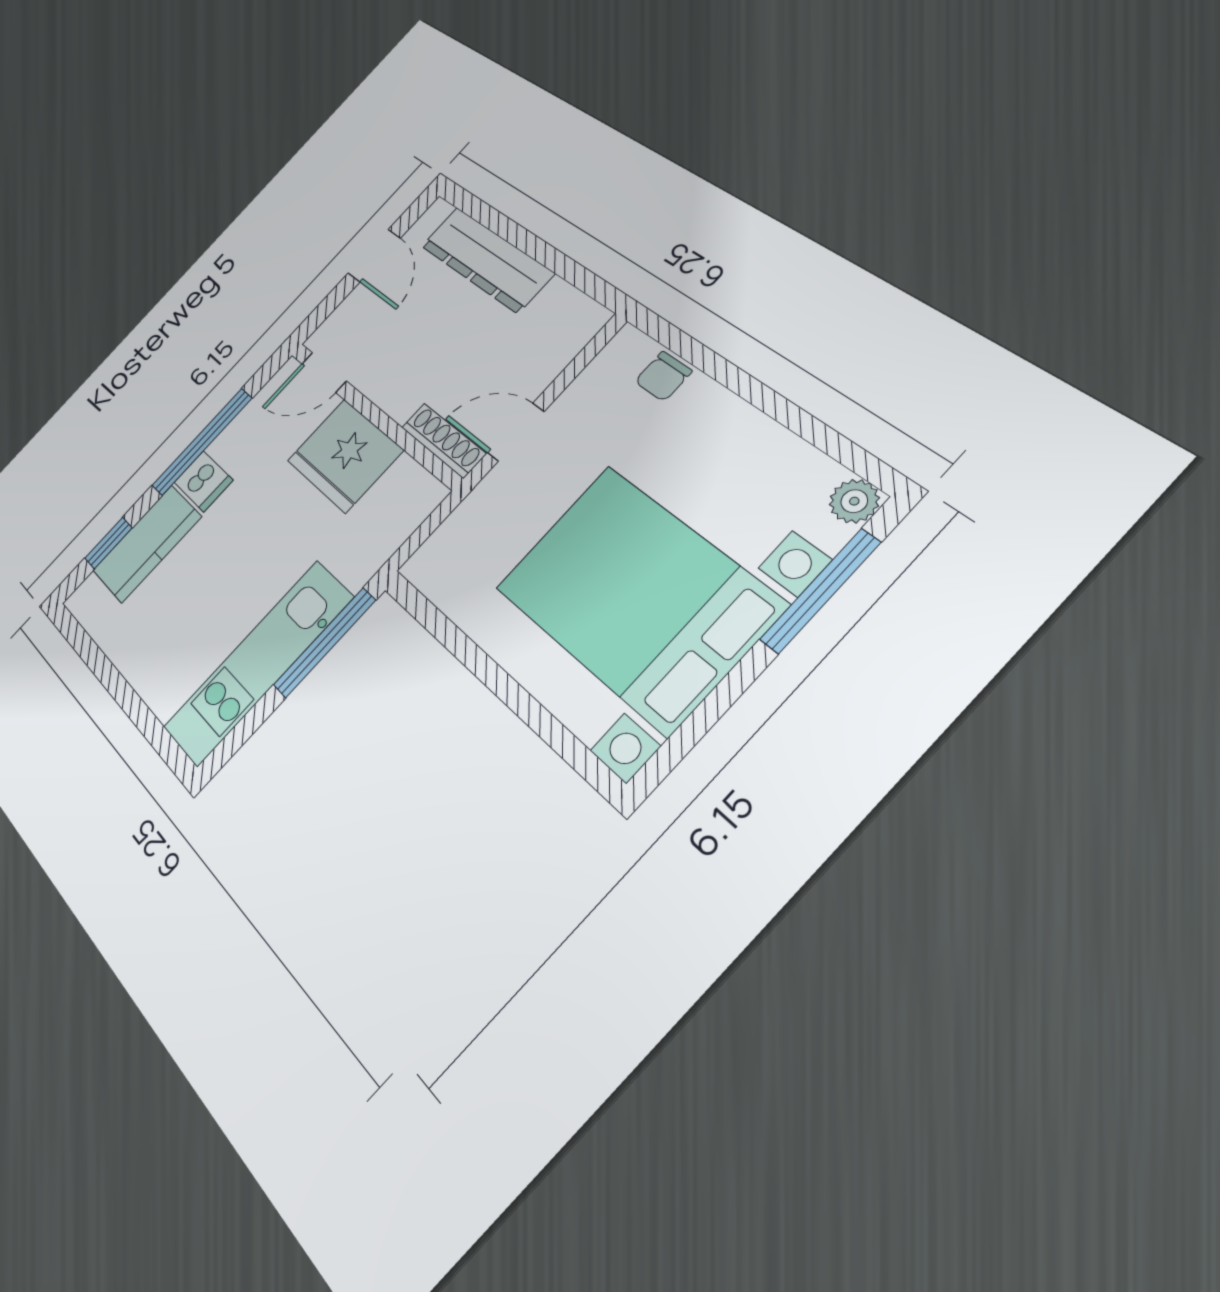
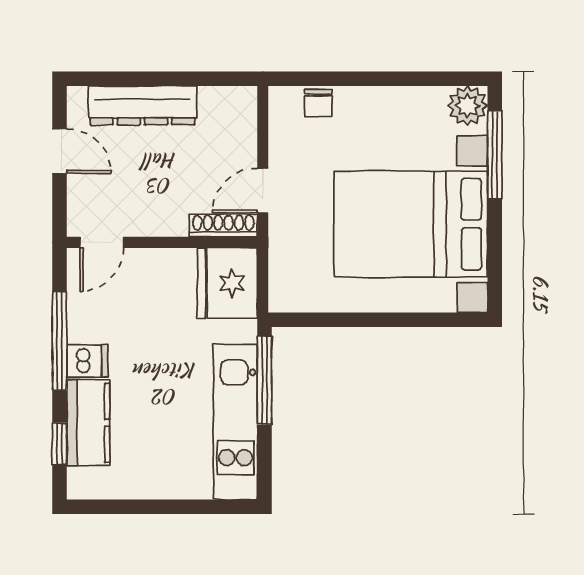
fridge: (345, 455) -> (227, 283), moved, turned 90
plant: (854, 501) -> (468, 106), width x1.38, depth x1.38

